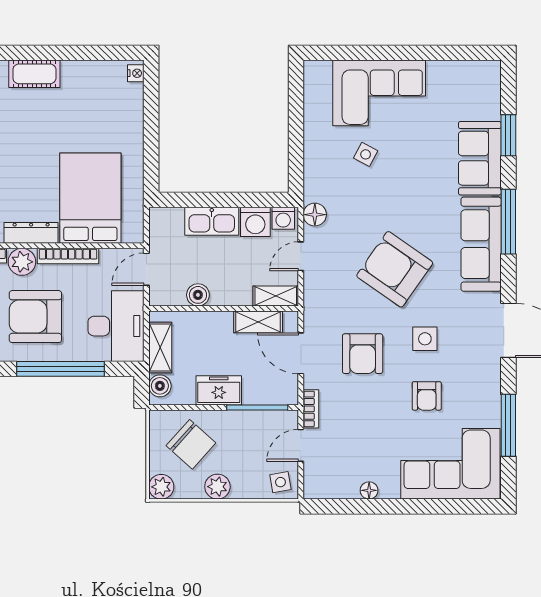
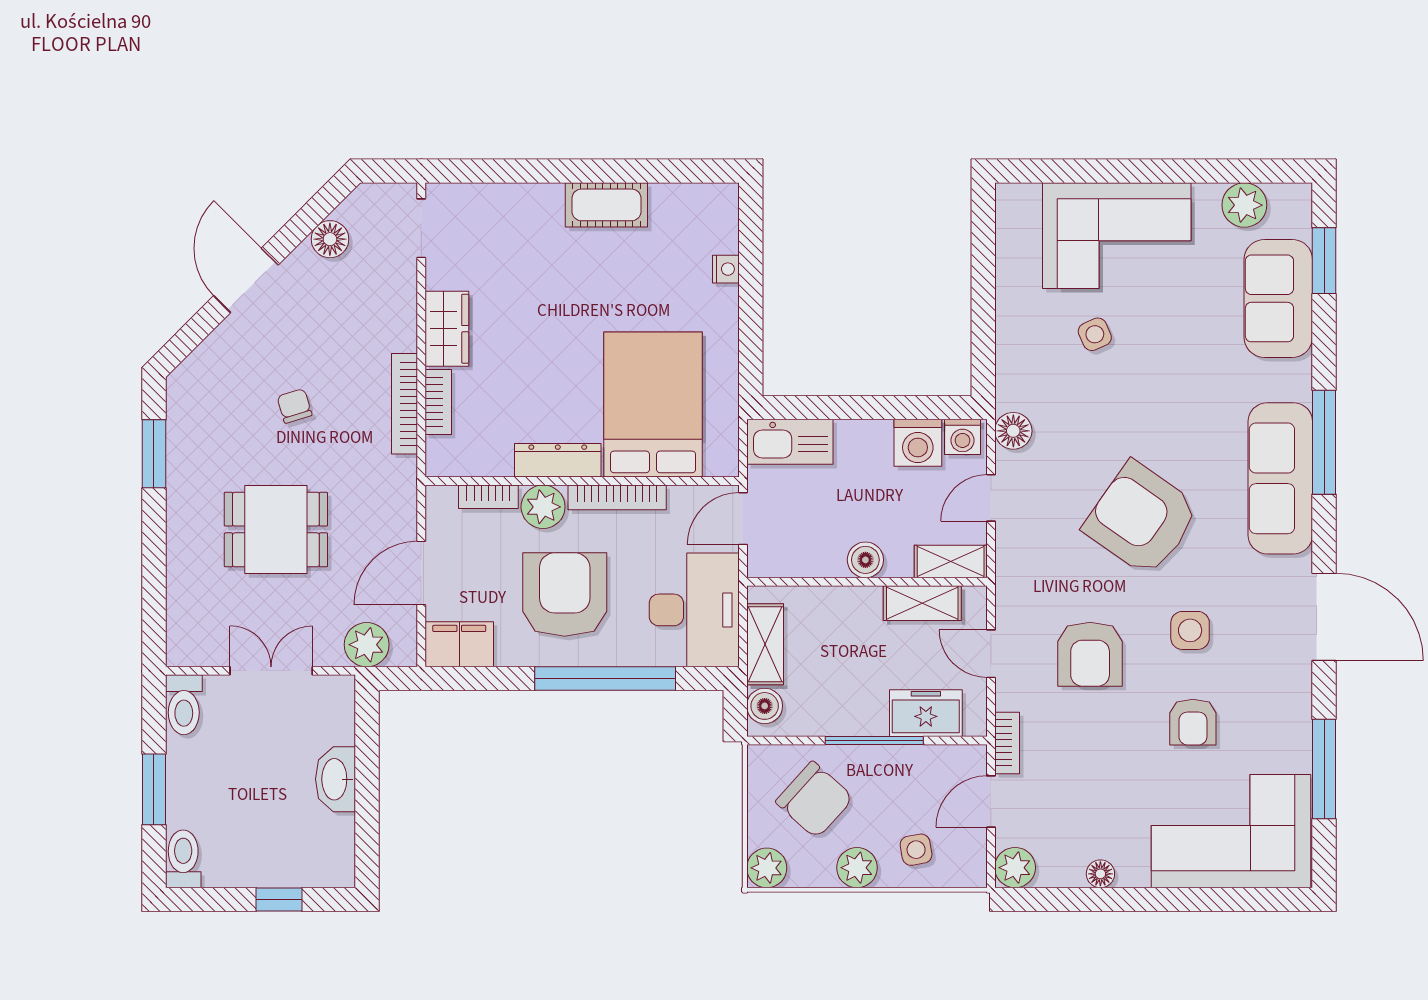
nightstand: (136, 73) -> (726, 269), moved
cot: (34, 74) -> (606, 205), moved
plant: (459, 74) -> (1244, 205), added
window: (508, 135) -> (1324, 261), moved
side table: (366, 154) -> (1095, 334), turned 38
sofa: (480, 158) -> (1278, 298), moved
kitchen sink: (212, 221) -> (790, 442), moved
boiler: (198, 295) -> (865, 560), moved
armchair: (35, 317) -> (565, 595), turned 90
door: (301, 353) -> (991, 654), width x0.73
freezer: (219, 390) -> (926, 713), moved
window: (257, 407) -> (874, 741), moved
side table: (280, 482) -> (916, 850), moved
plant: (316, 487) -> (1015, 868), added

